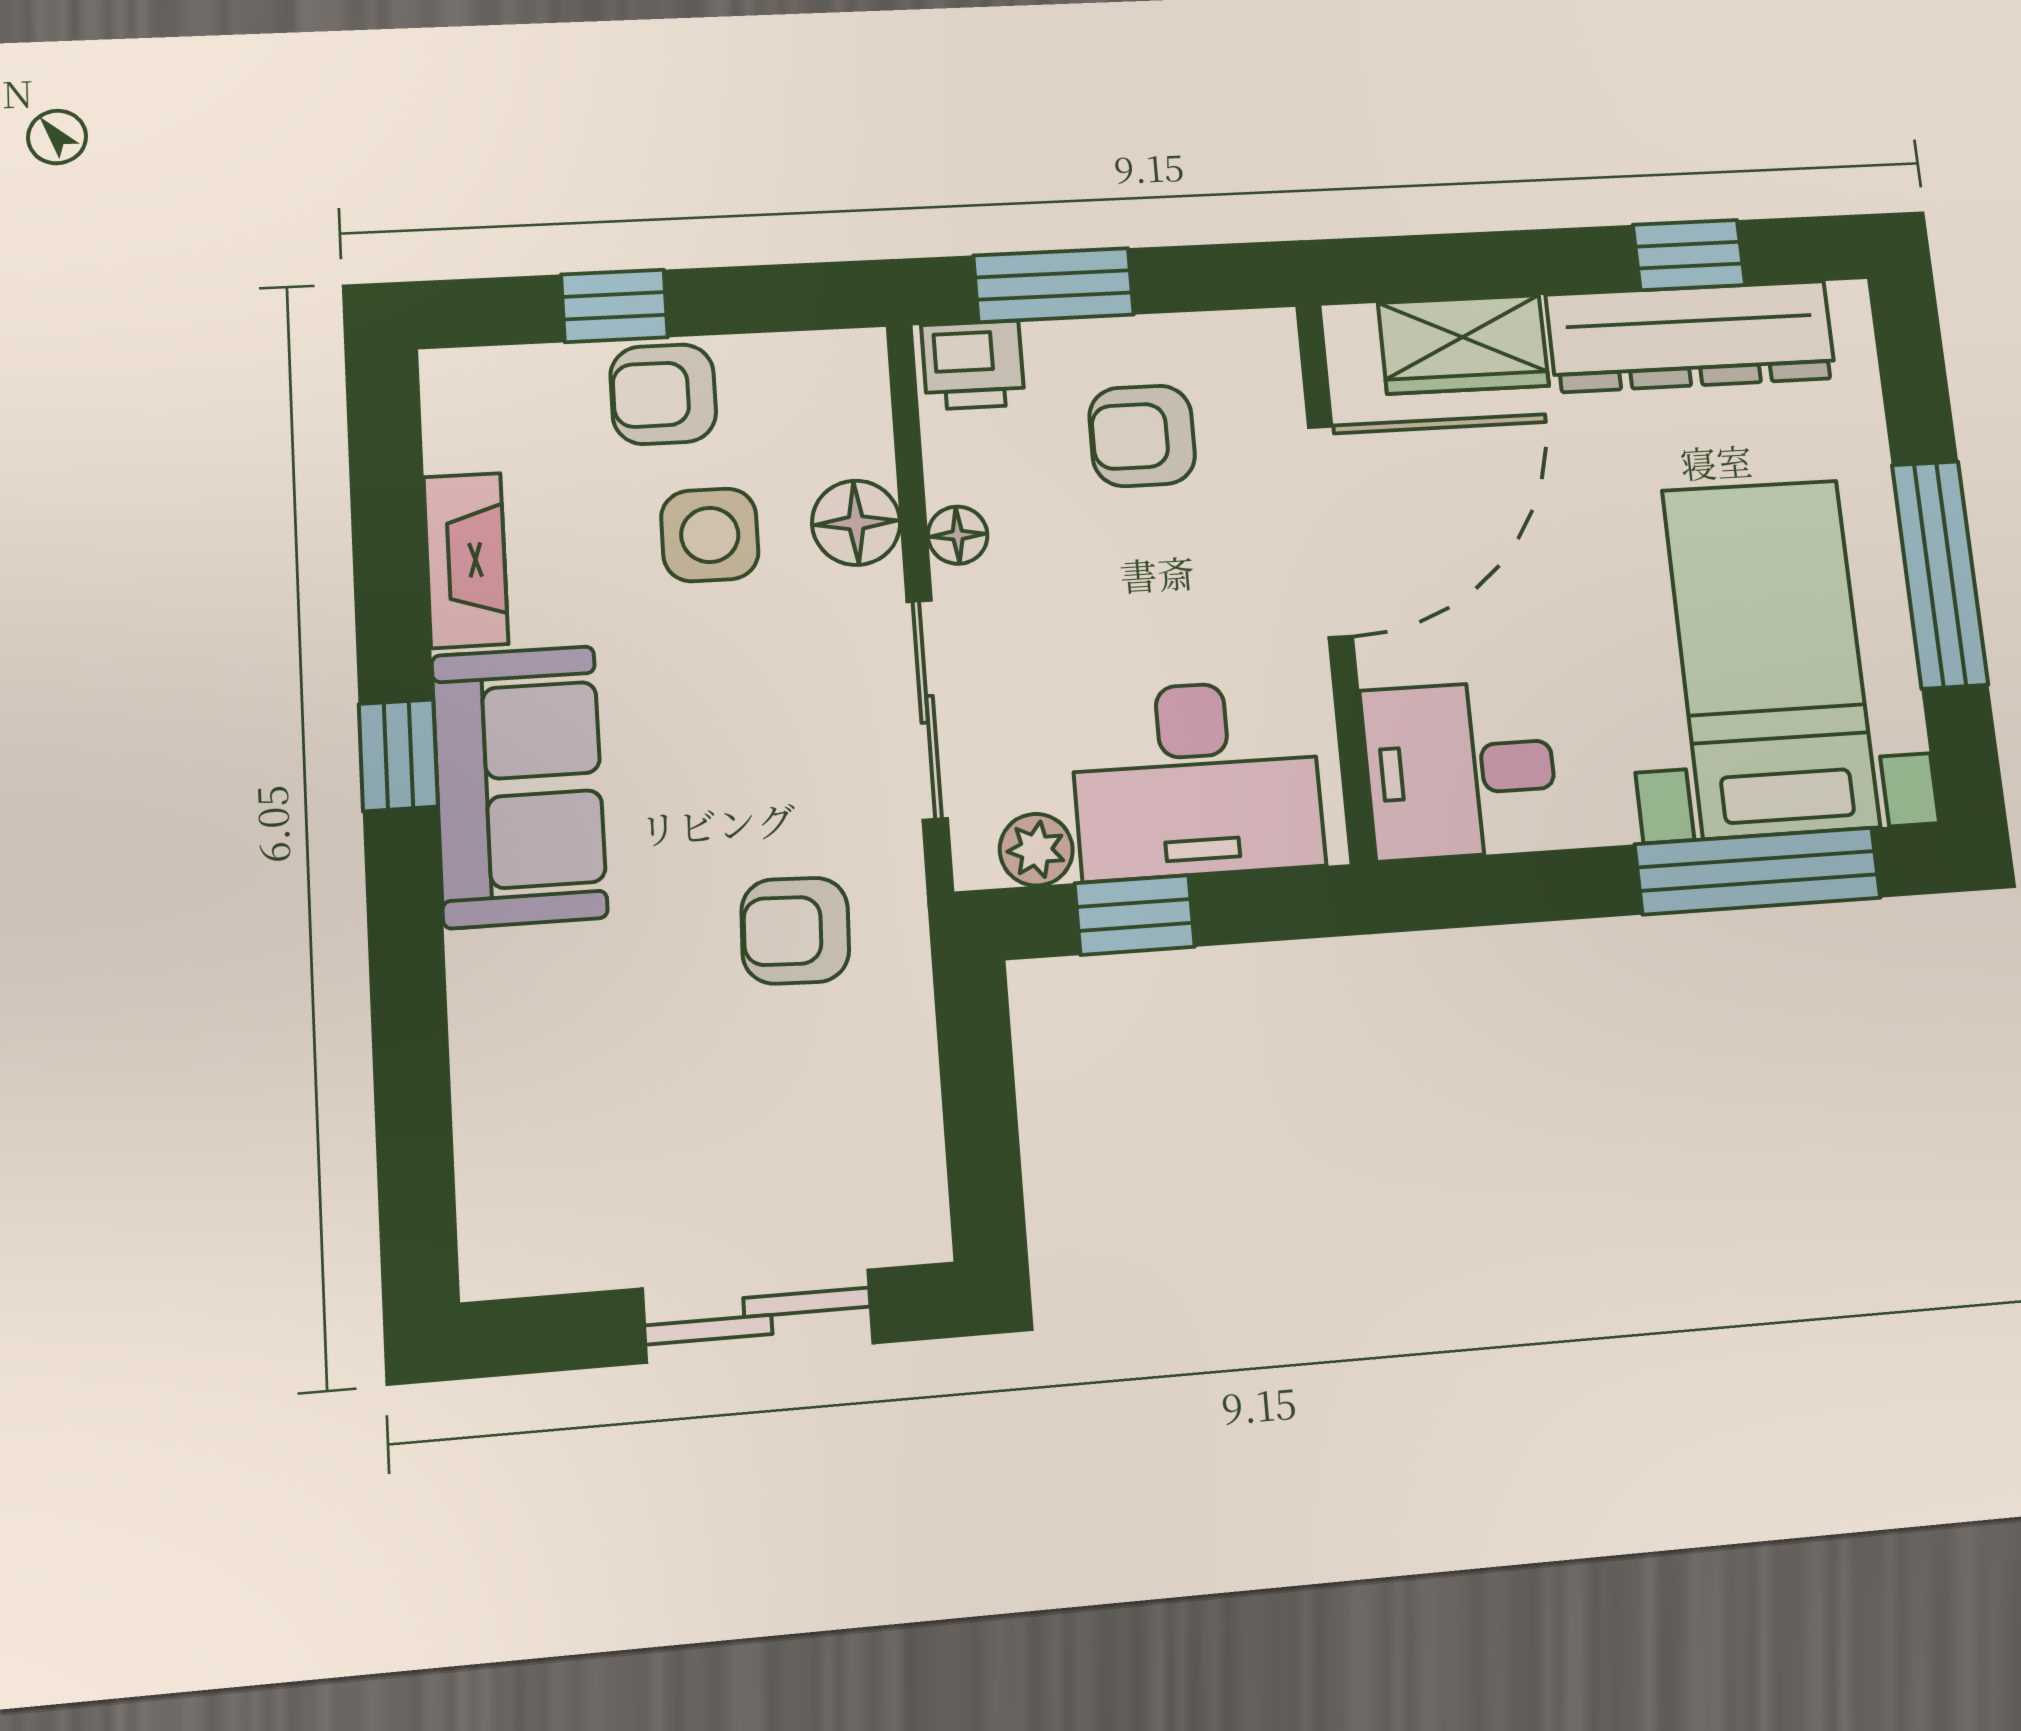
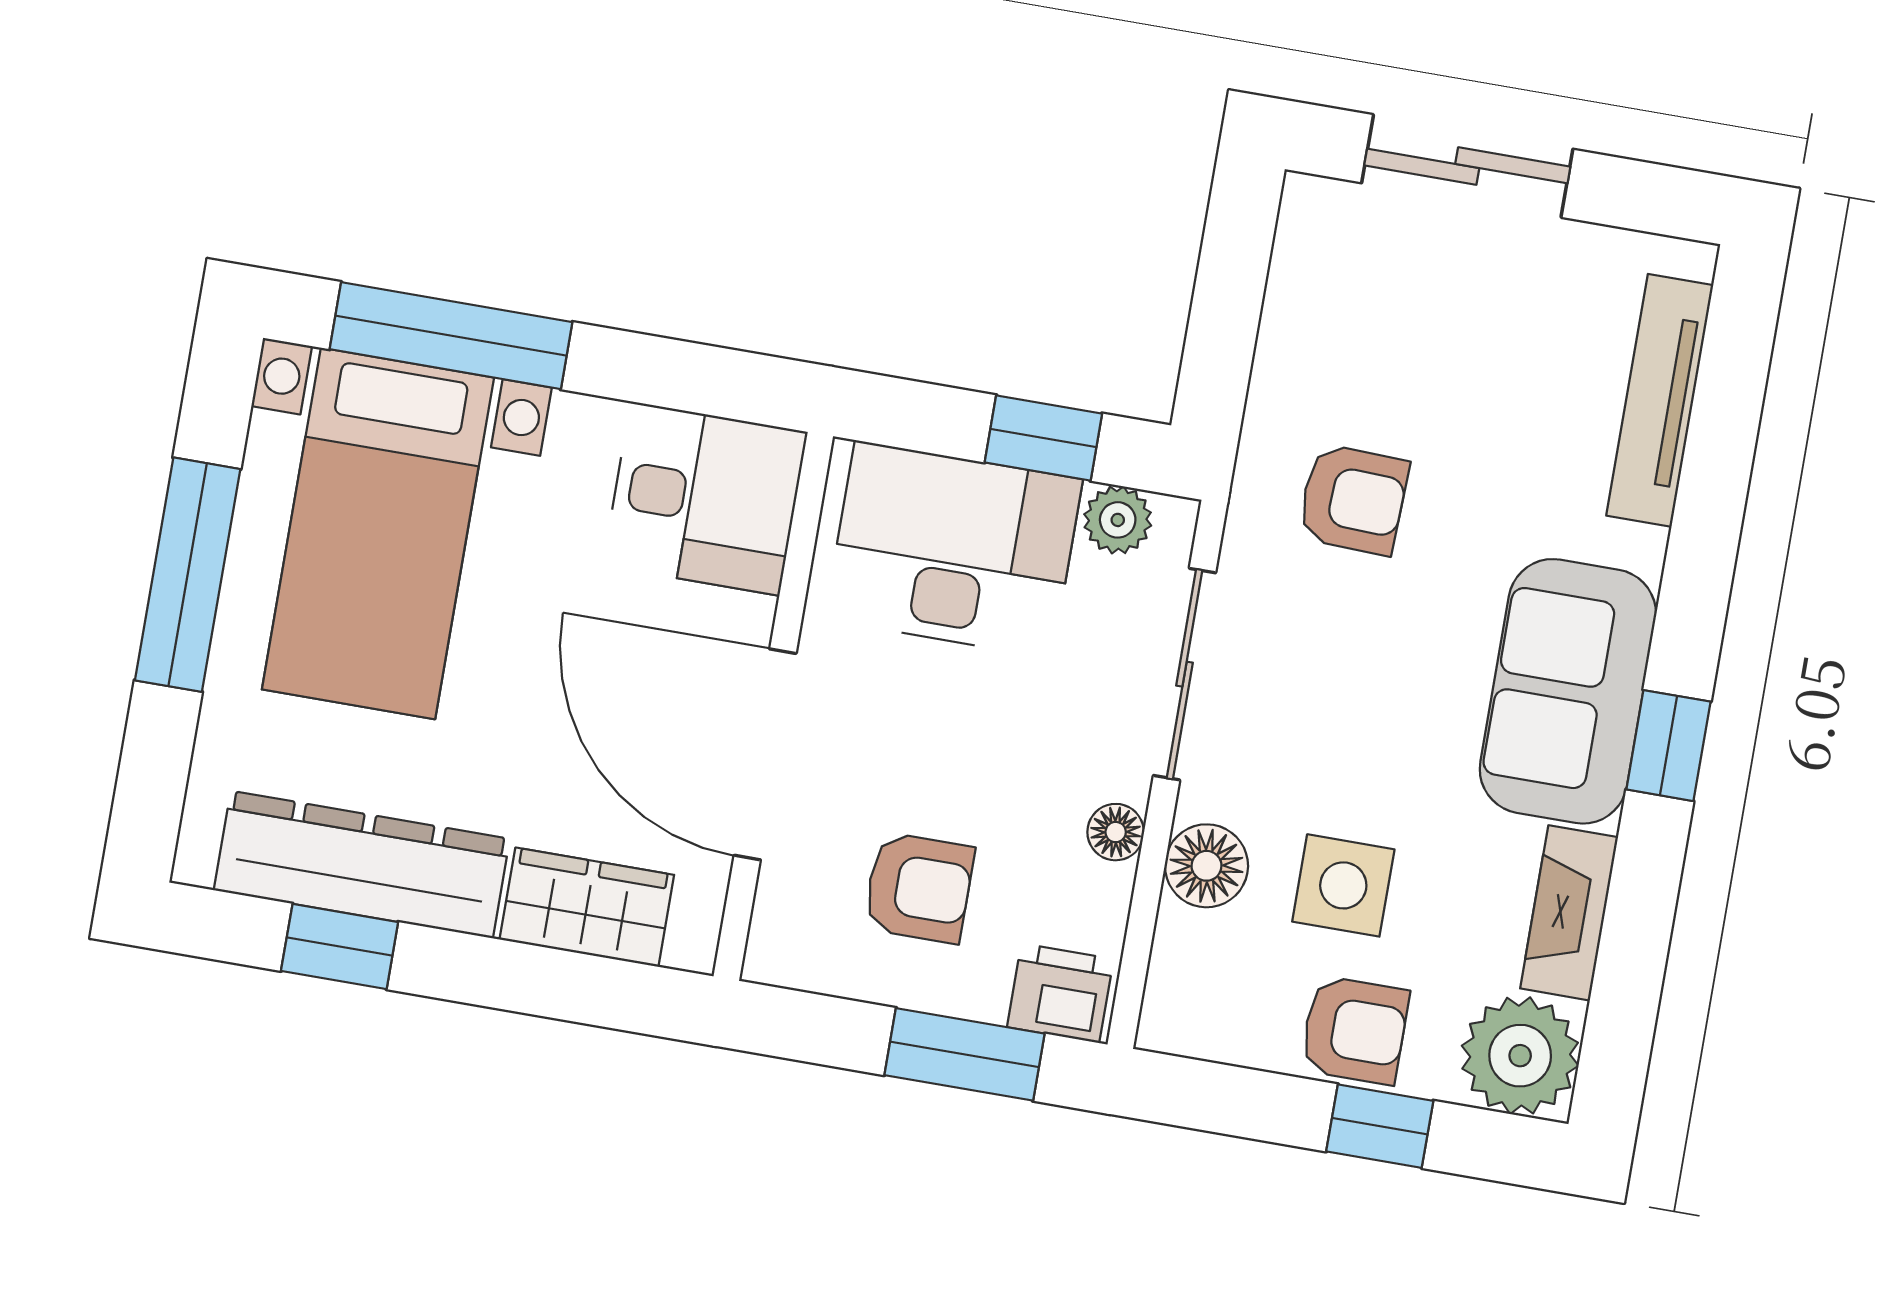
plant: (485, 406) -> (1520, 1056), added
door: (1330, 531) -> (765, 754), hinge flipped
tv unit: (489, 1116) -> (1660, 400), added

